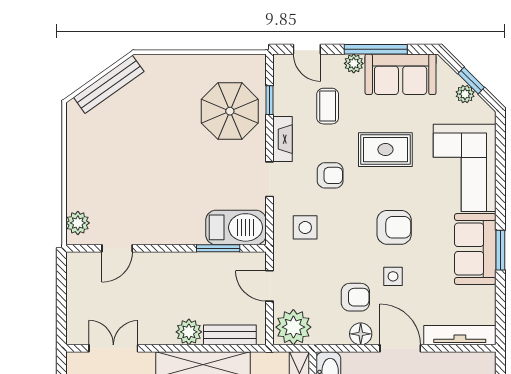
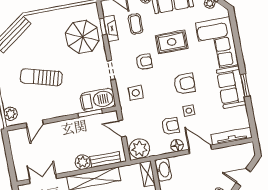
fireplace: (283, 139) -> (111, 29), moved
sun lounger: (144, 169) -> (41, 77), added

